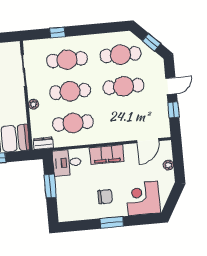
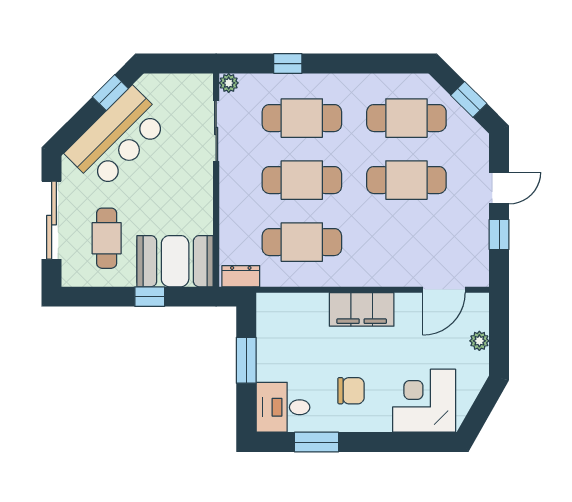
plant: (34, 104) -> (229, 83), moved
desk: (67, 162) -> (283, 407), moved
window: (112, 222) -> (316, 442), moved

